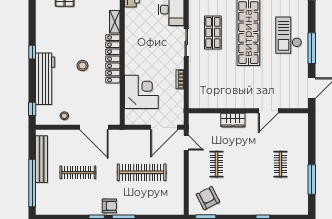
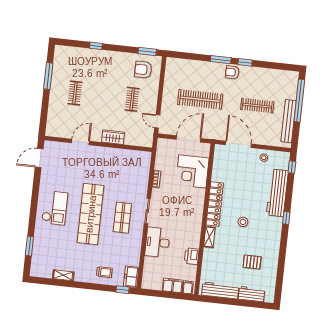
window: (312, 48) -> (35, 194), removed
stool: (82, 66) -> (243, 222), moved
door: (164, 127) -> (189, 139), moved
armchair: (208, 198) -> (143, 70), turned 117

